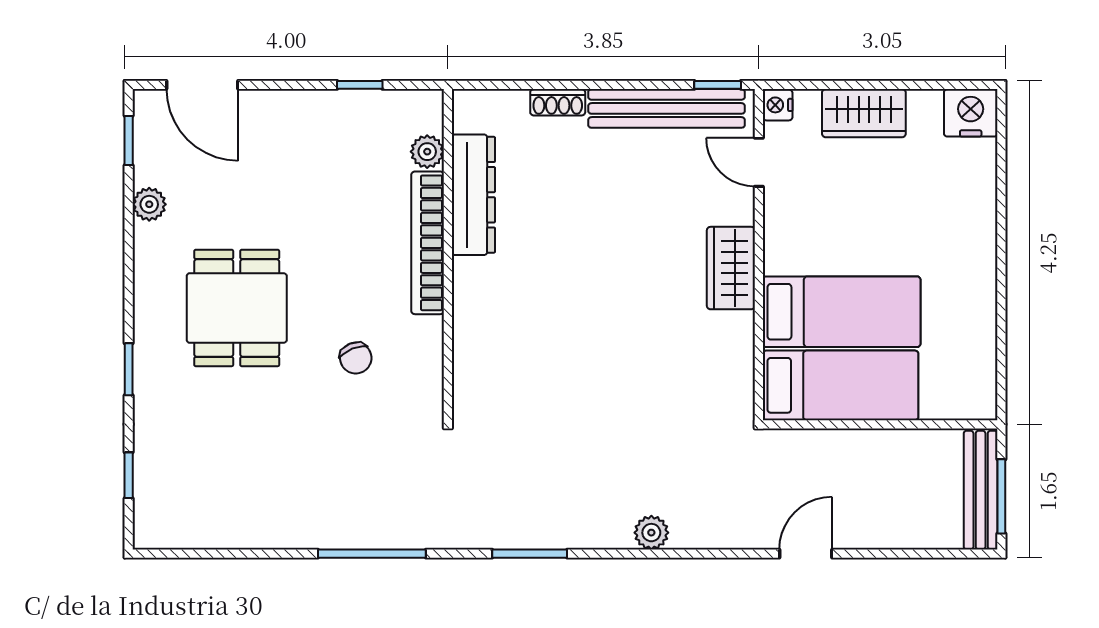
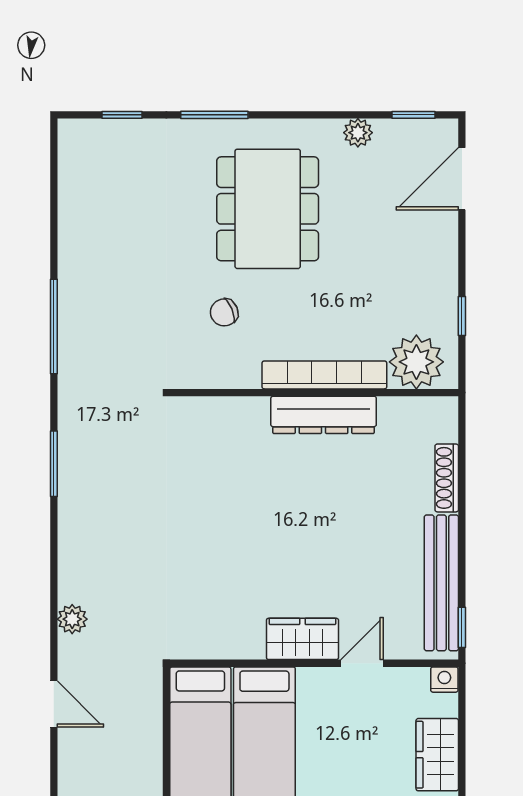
shoe rack: (558, 102) -> (447, 478), width x1.43
plant: (427, 152) -> (416, 362), width x1.88, depth x1.88
door: (759, 162) -> (362, 663), moved
dresser: (473, 195) -> (324, 415), moved
dining table: (237, 308) -> (268, 209), width x1.37
window: (129, 369) -> (214, 115), width x1.50
plant: (651, 533) -> (72, 619), moved

